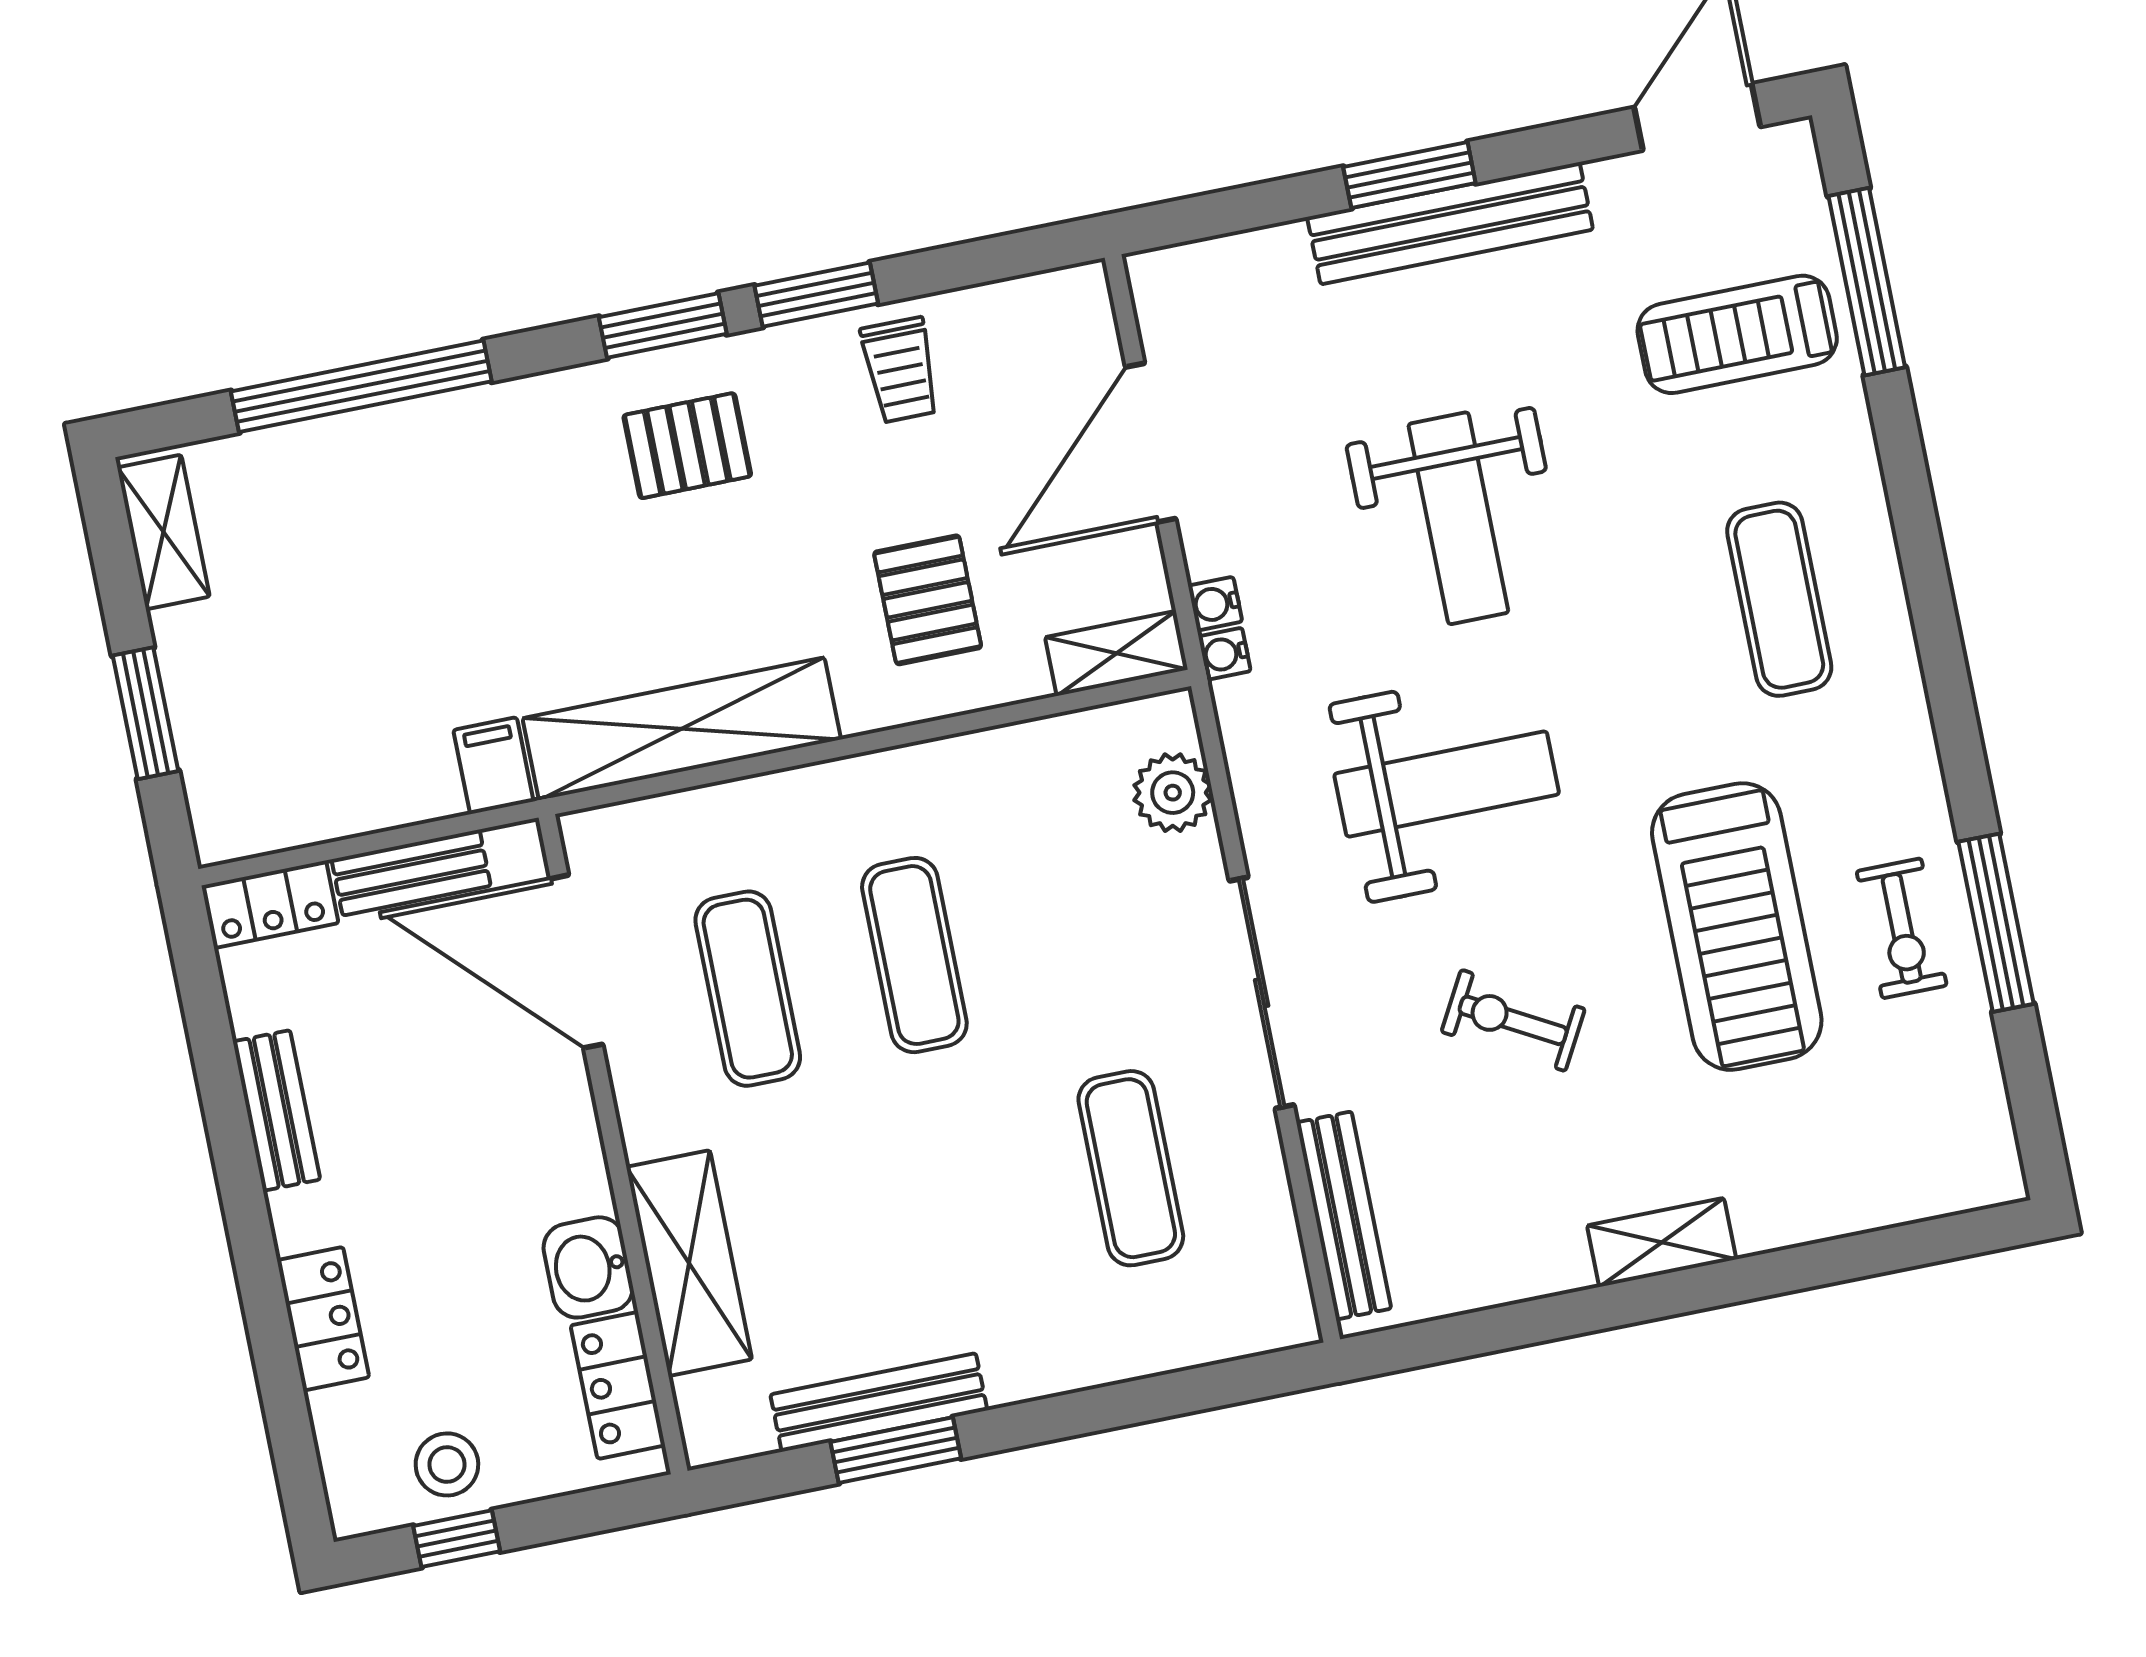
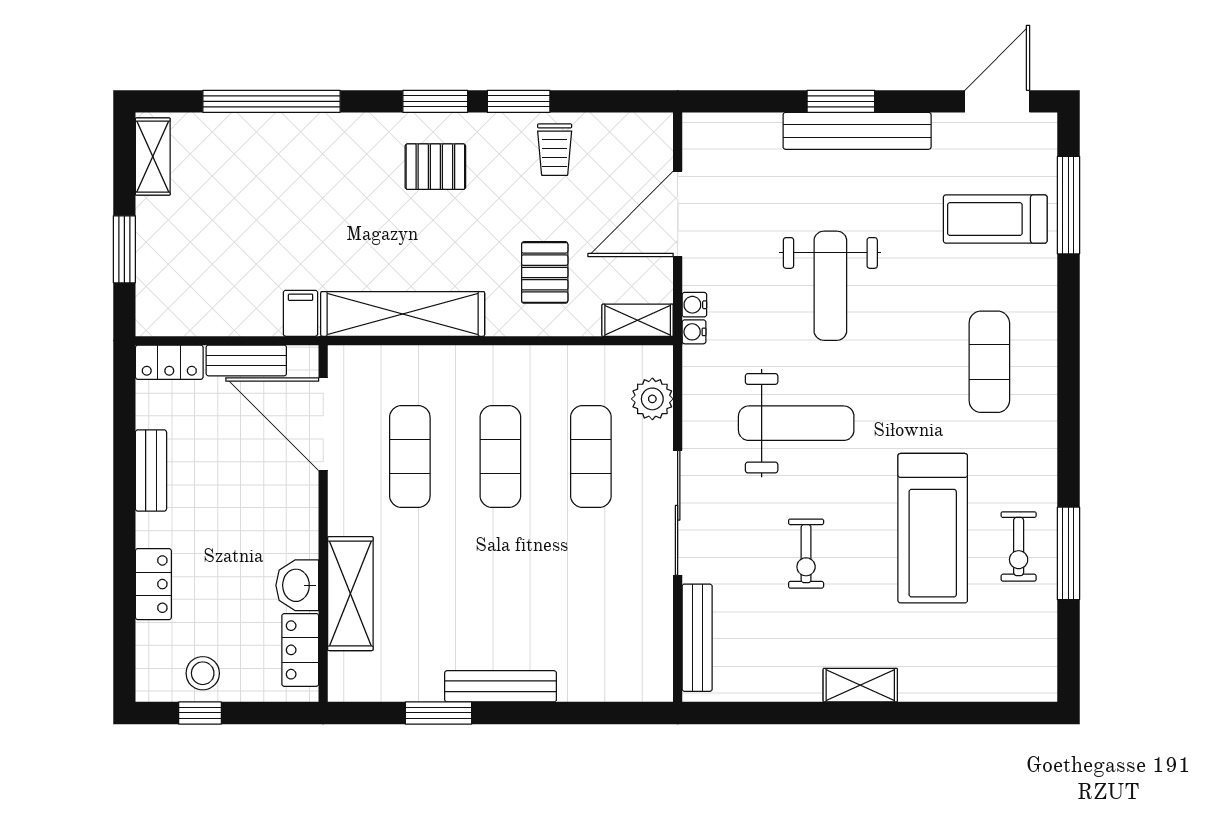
exercise bike: (1513, 1020) -> (806, 554), turned -119
exercise mat: (1131, 1168) -> (591, 456), moved
bench: (879, 1402) -> (501, 686), moved

